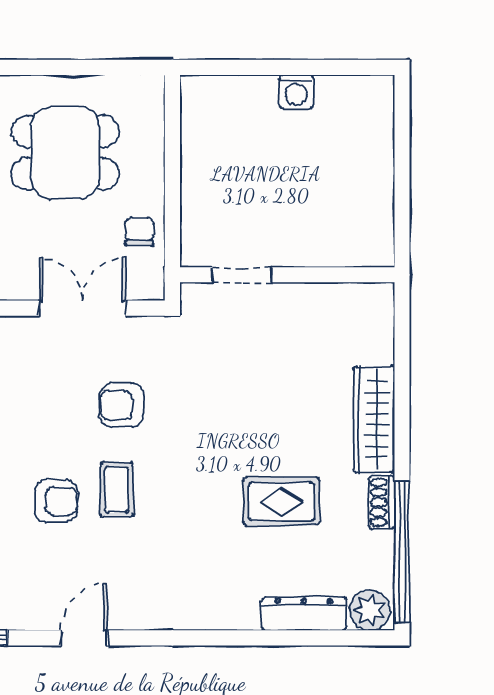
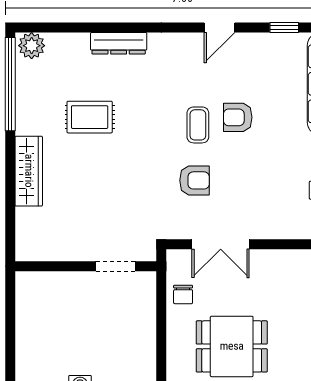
shoe rack: (382, 502) -> (24, 117), removed
dresser: (304, 614) -> (119, 43), moved

